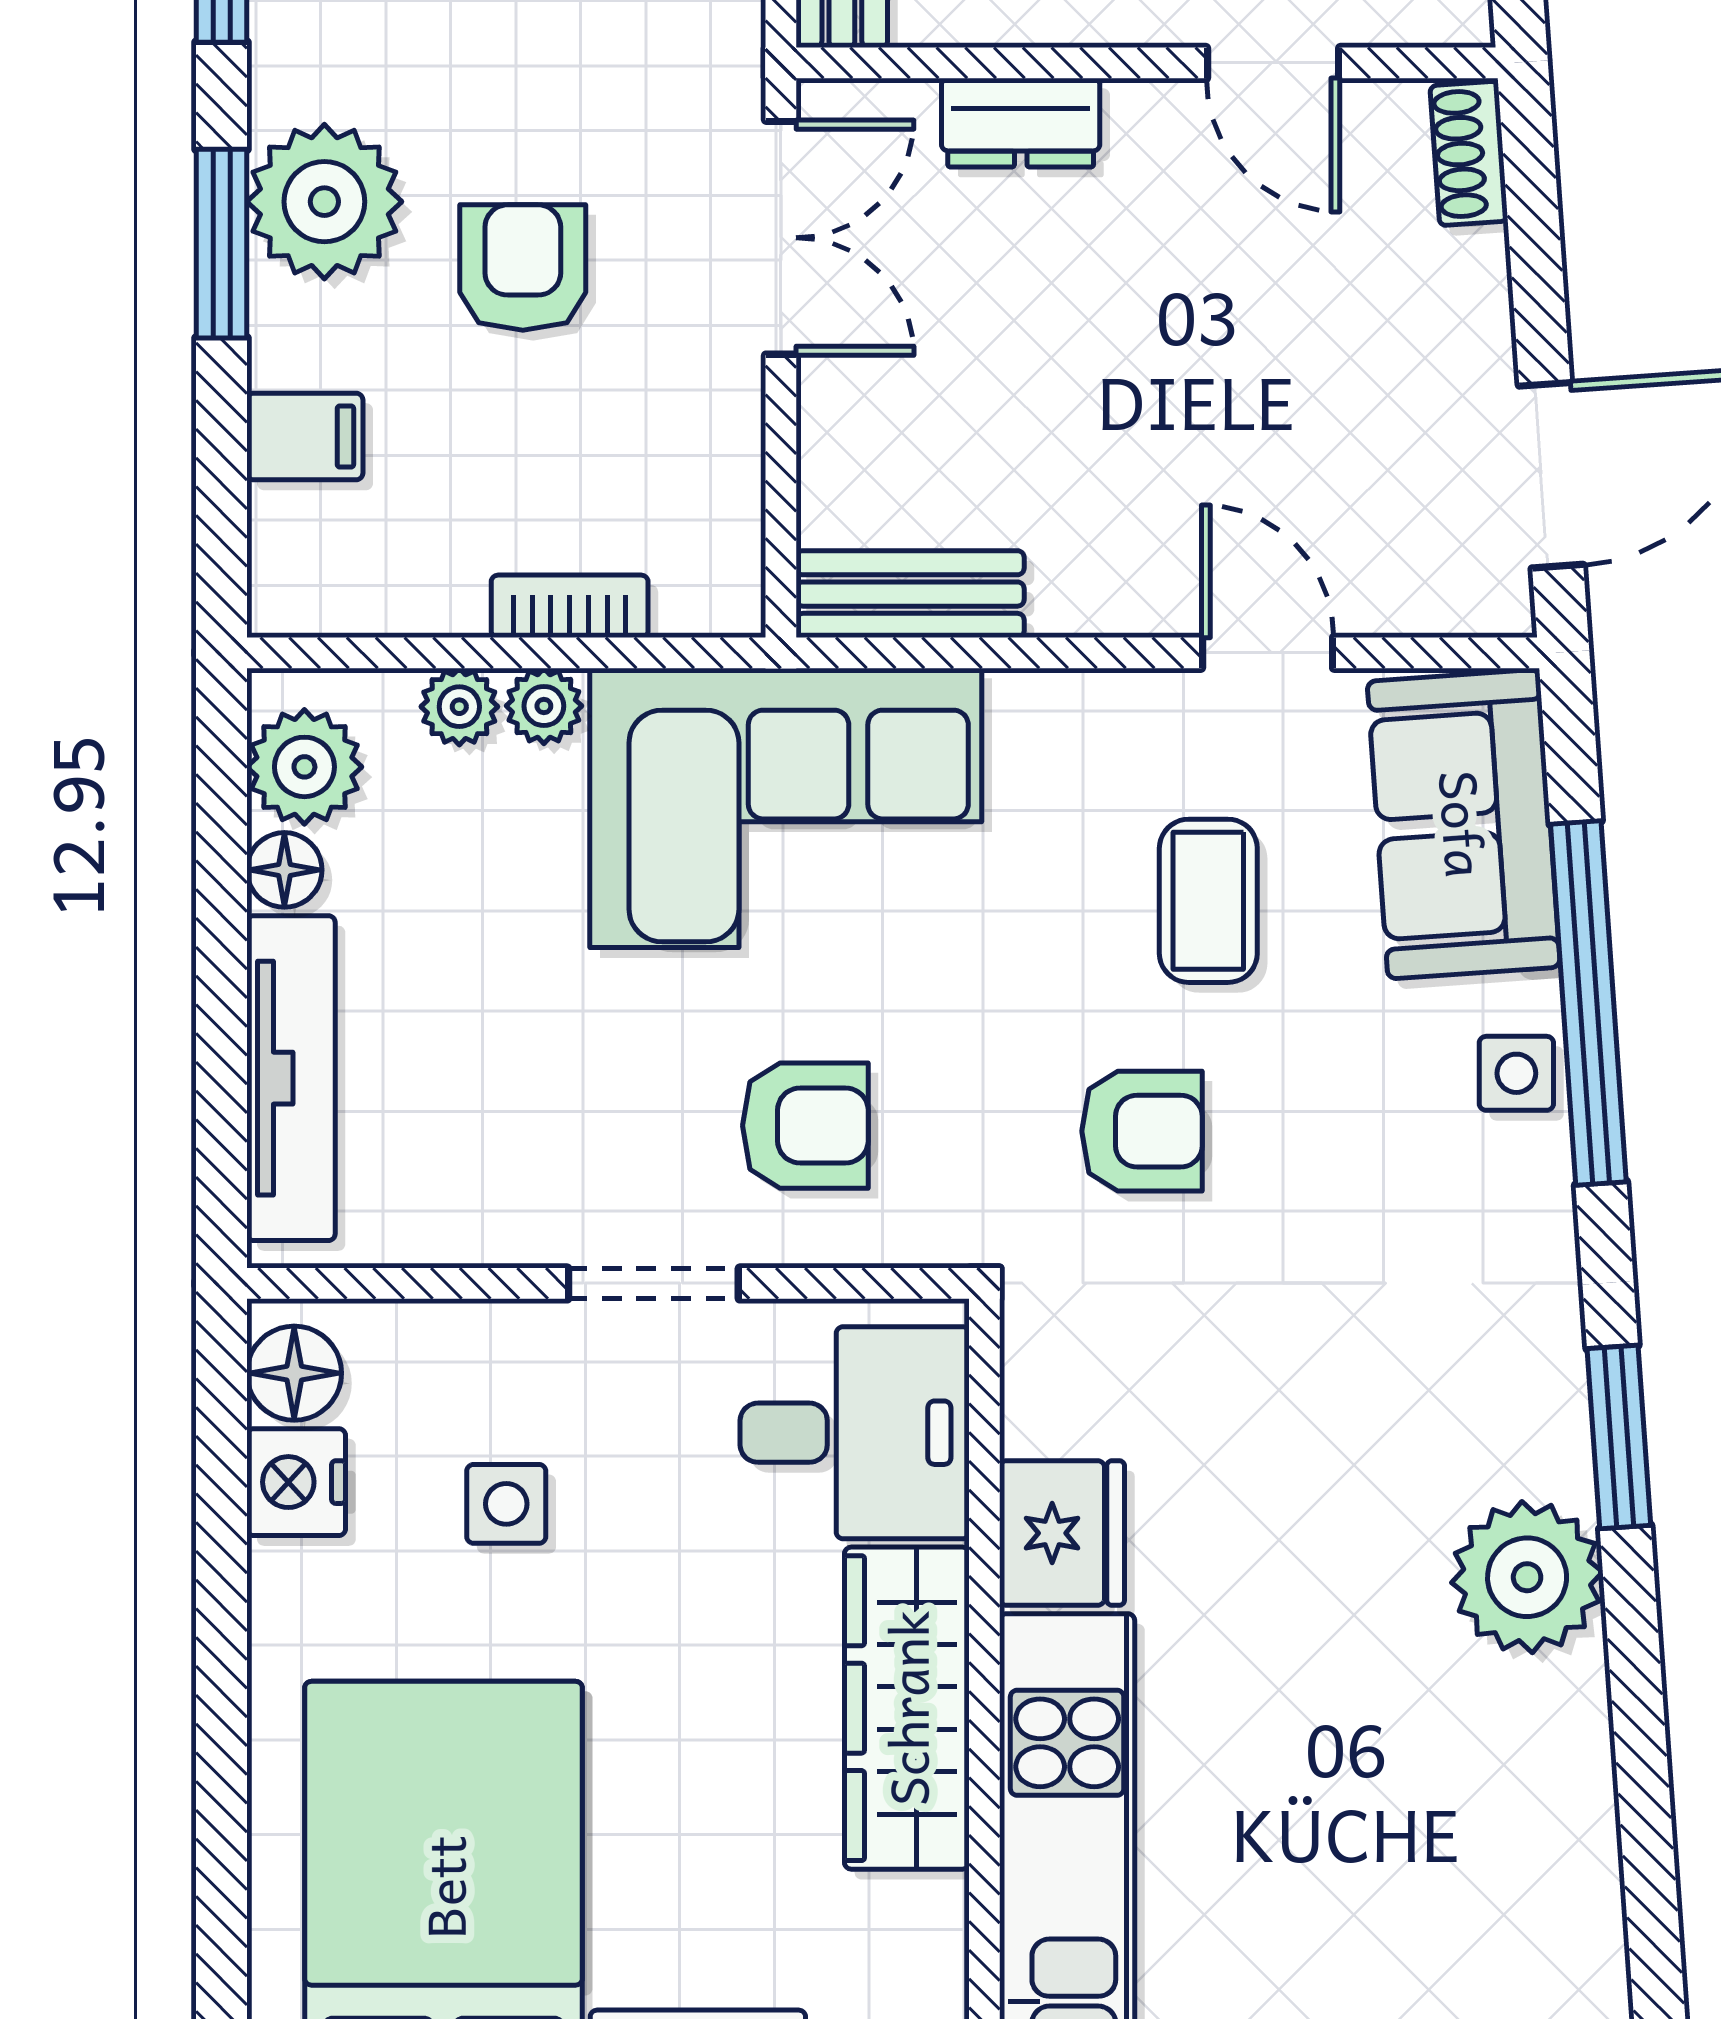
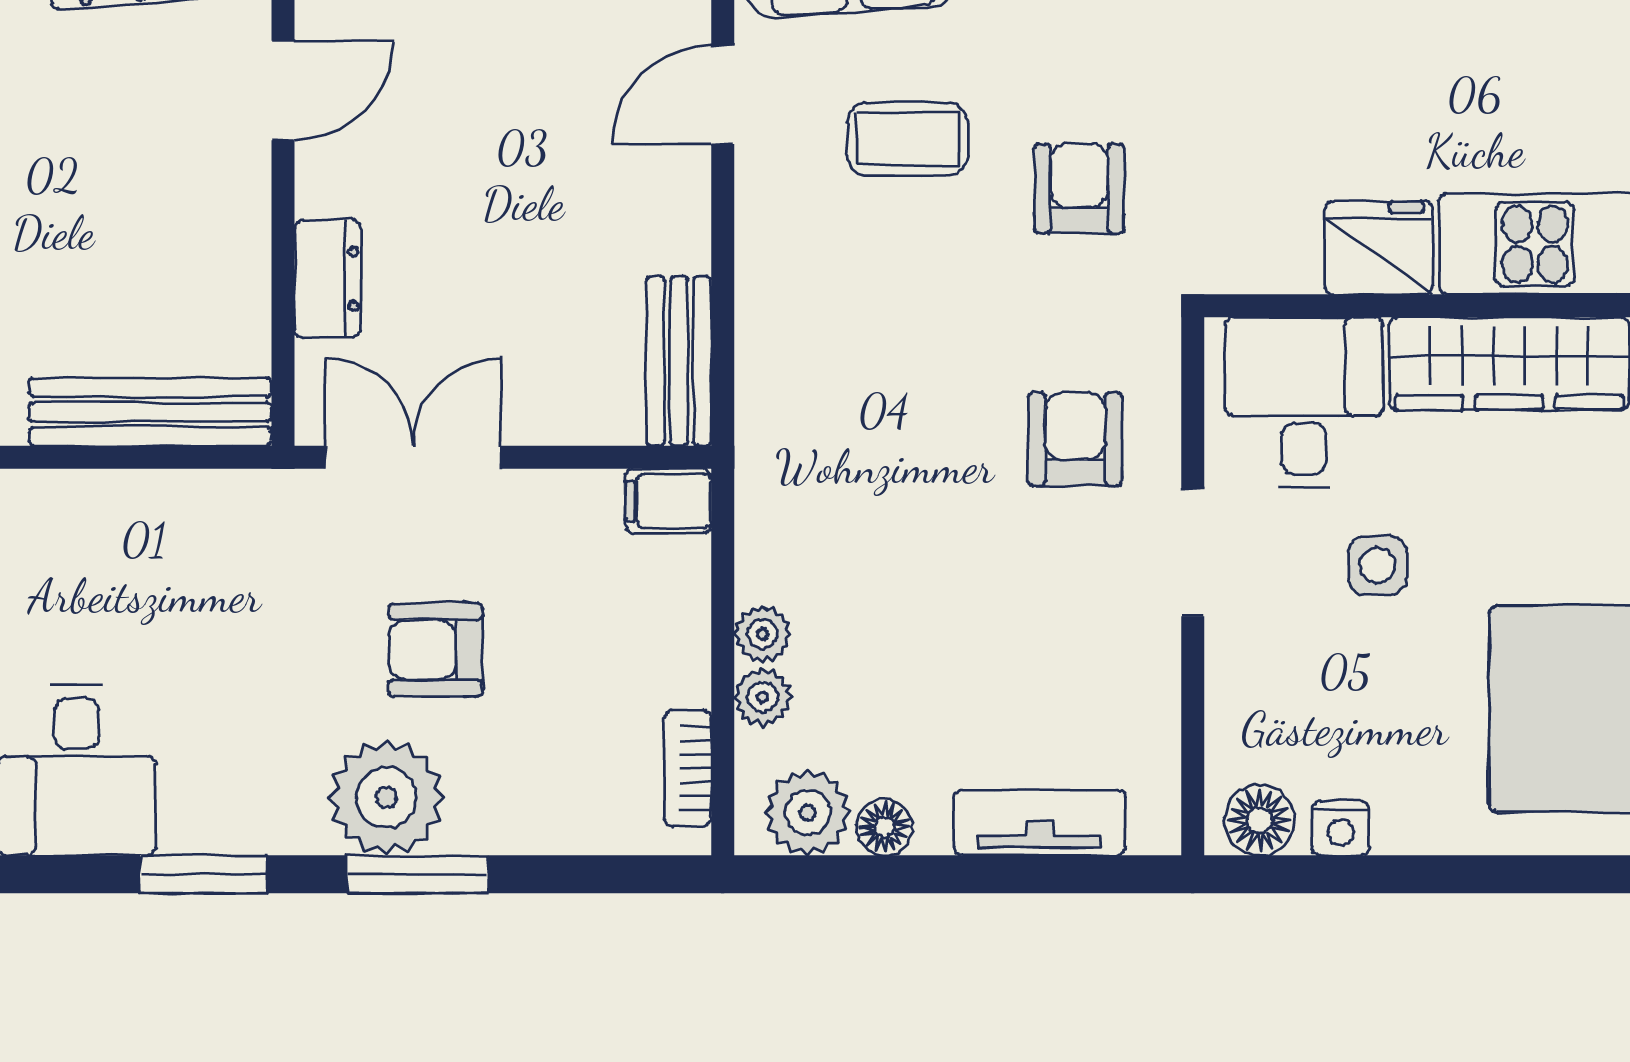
filing cabinet: (305, 436) -> (668, 501), moved, turned -90
bookcase: (570, 606) -> (688, 768), moved
corner sofa: (786, 808) -> (838, 454), removed
tv unit: (291, 1078) -> (1040, 823), width x0.71
nightstand: (296, 1482) -> (1341, 828), width x0.72, depth x0.74
side table: (506, 1504) -> (1377, 565), moved

